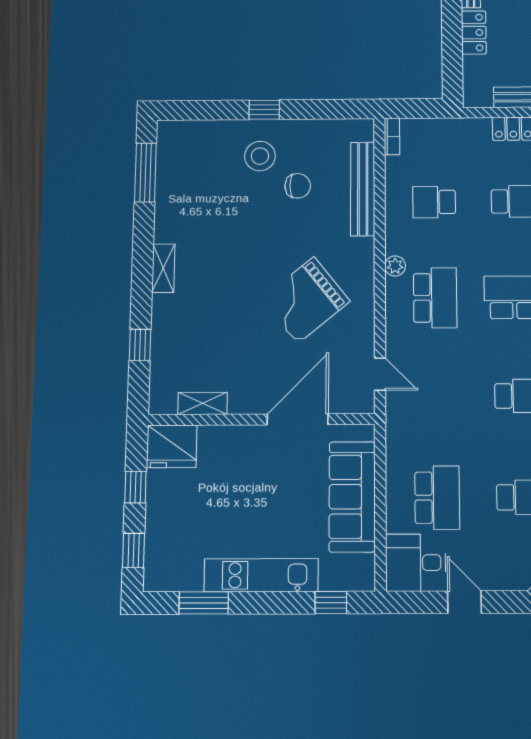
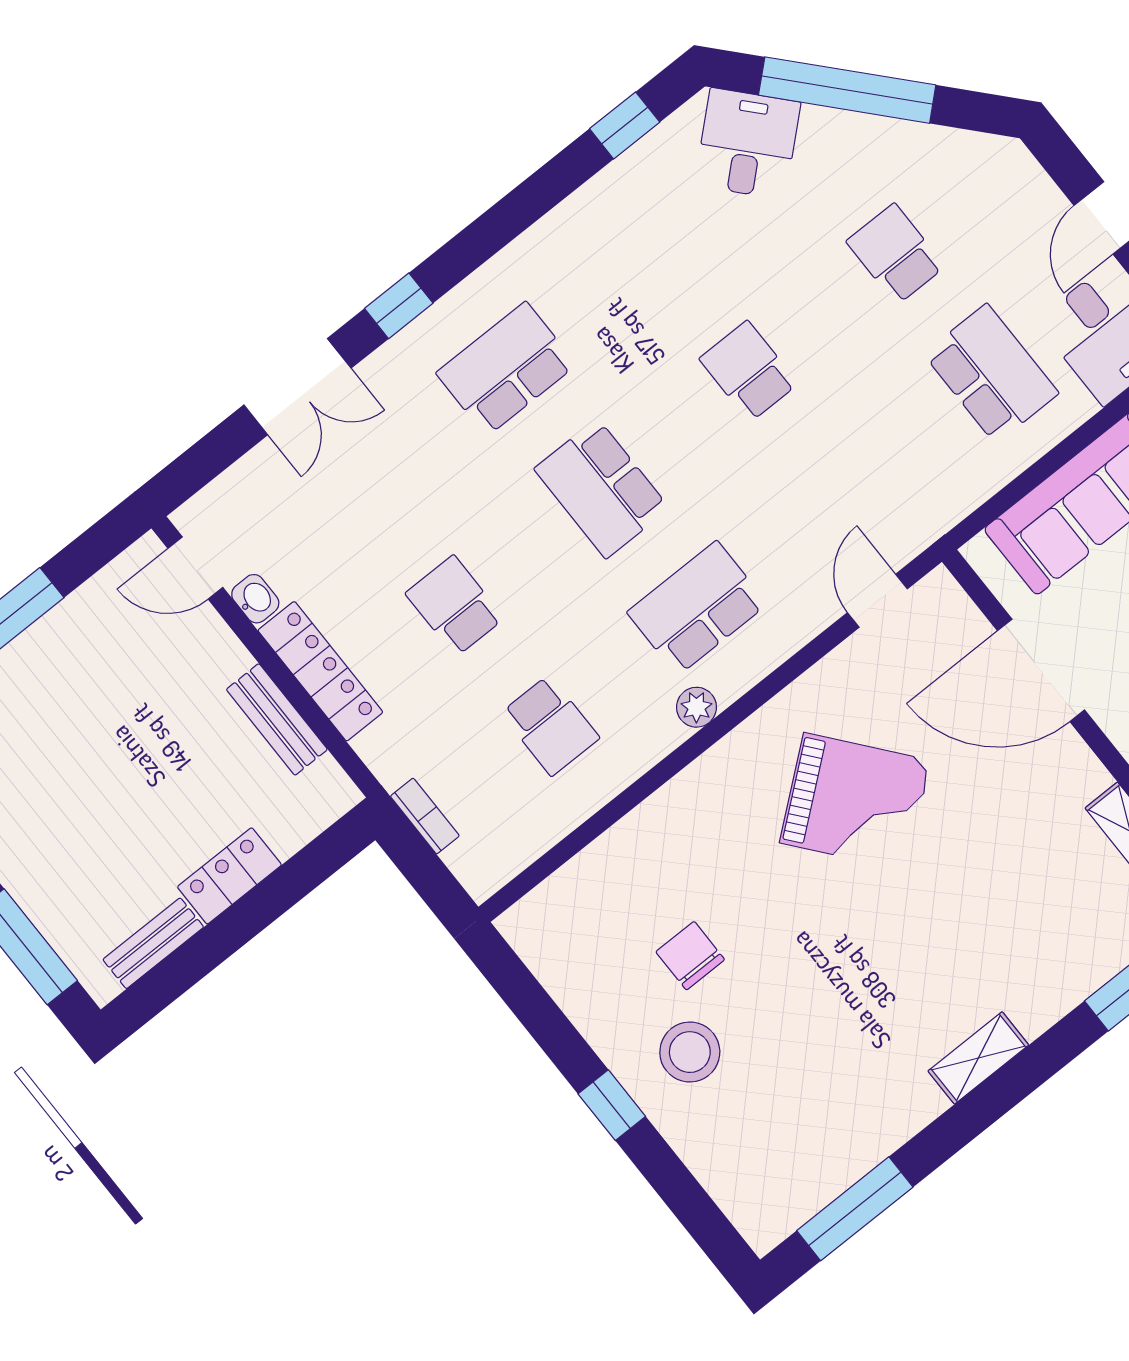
bookcase: (392, 137) -> (425, 816), moved, turned 90
bench: (363, 189) -> (616, 852), removed
school desk: (437, 498) -> (991, 374), turned 90

